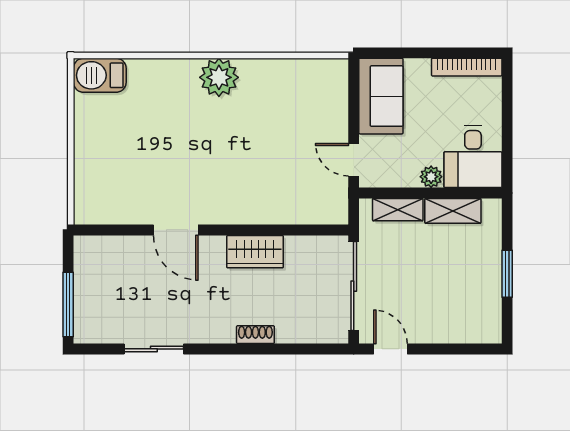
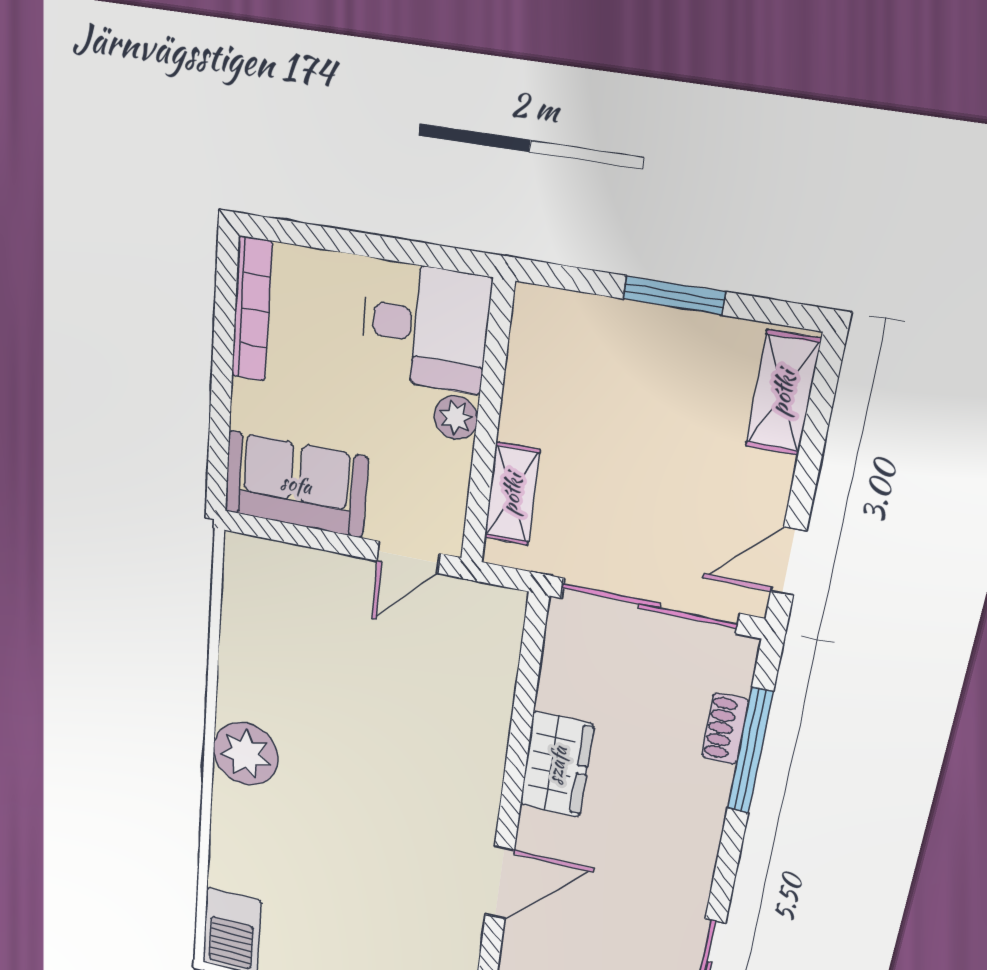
shelving: (453, 211) -> (783, 393), moved
shoe rack: (255, 335) -> (725, 729), moved
window: (287, 349) -> (750, 751), added

